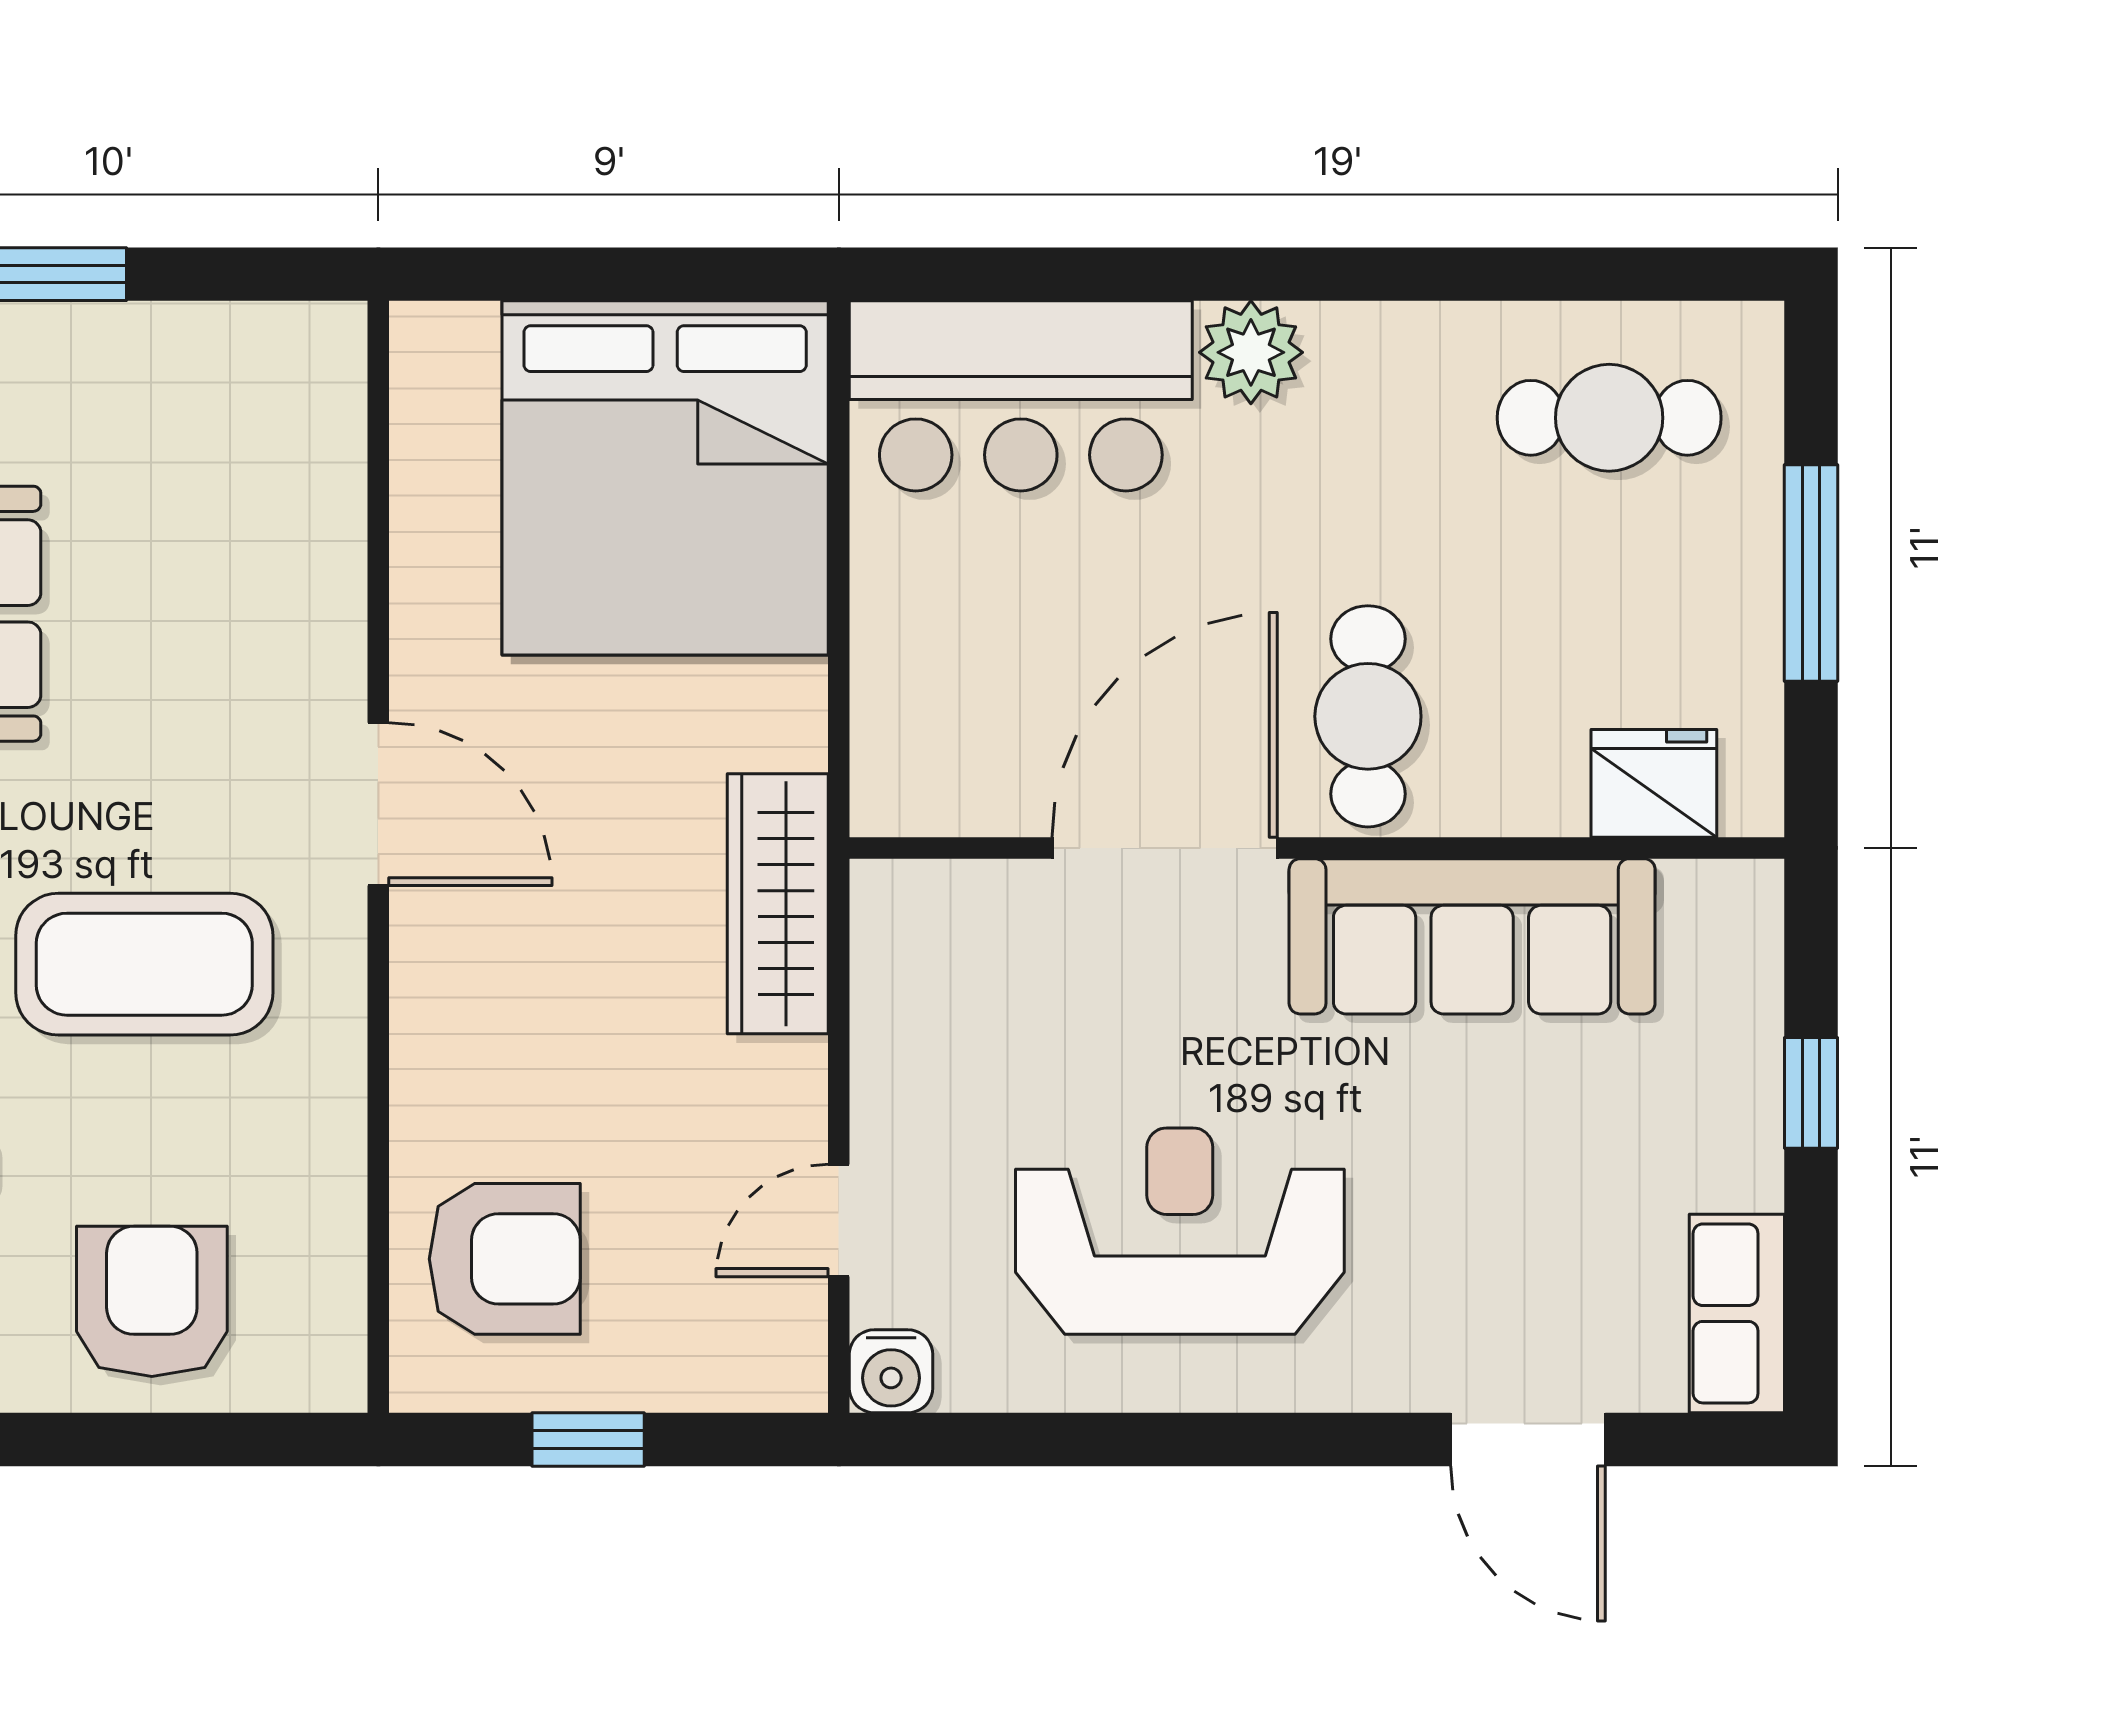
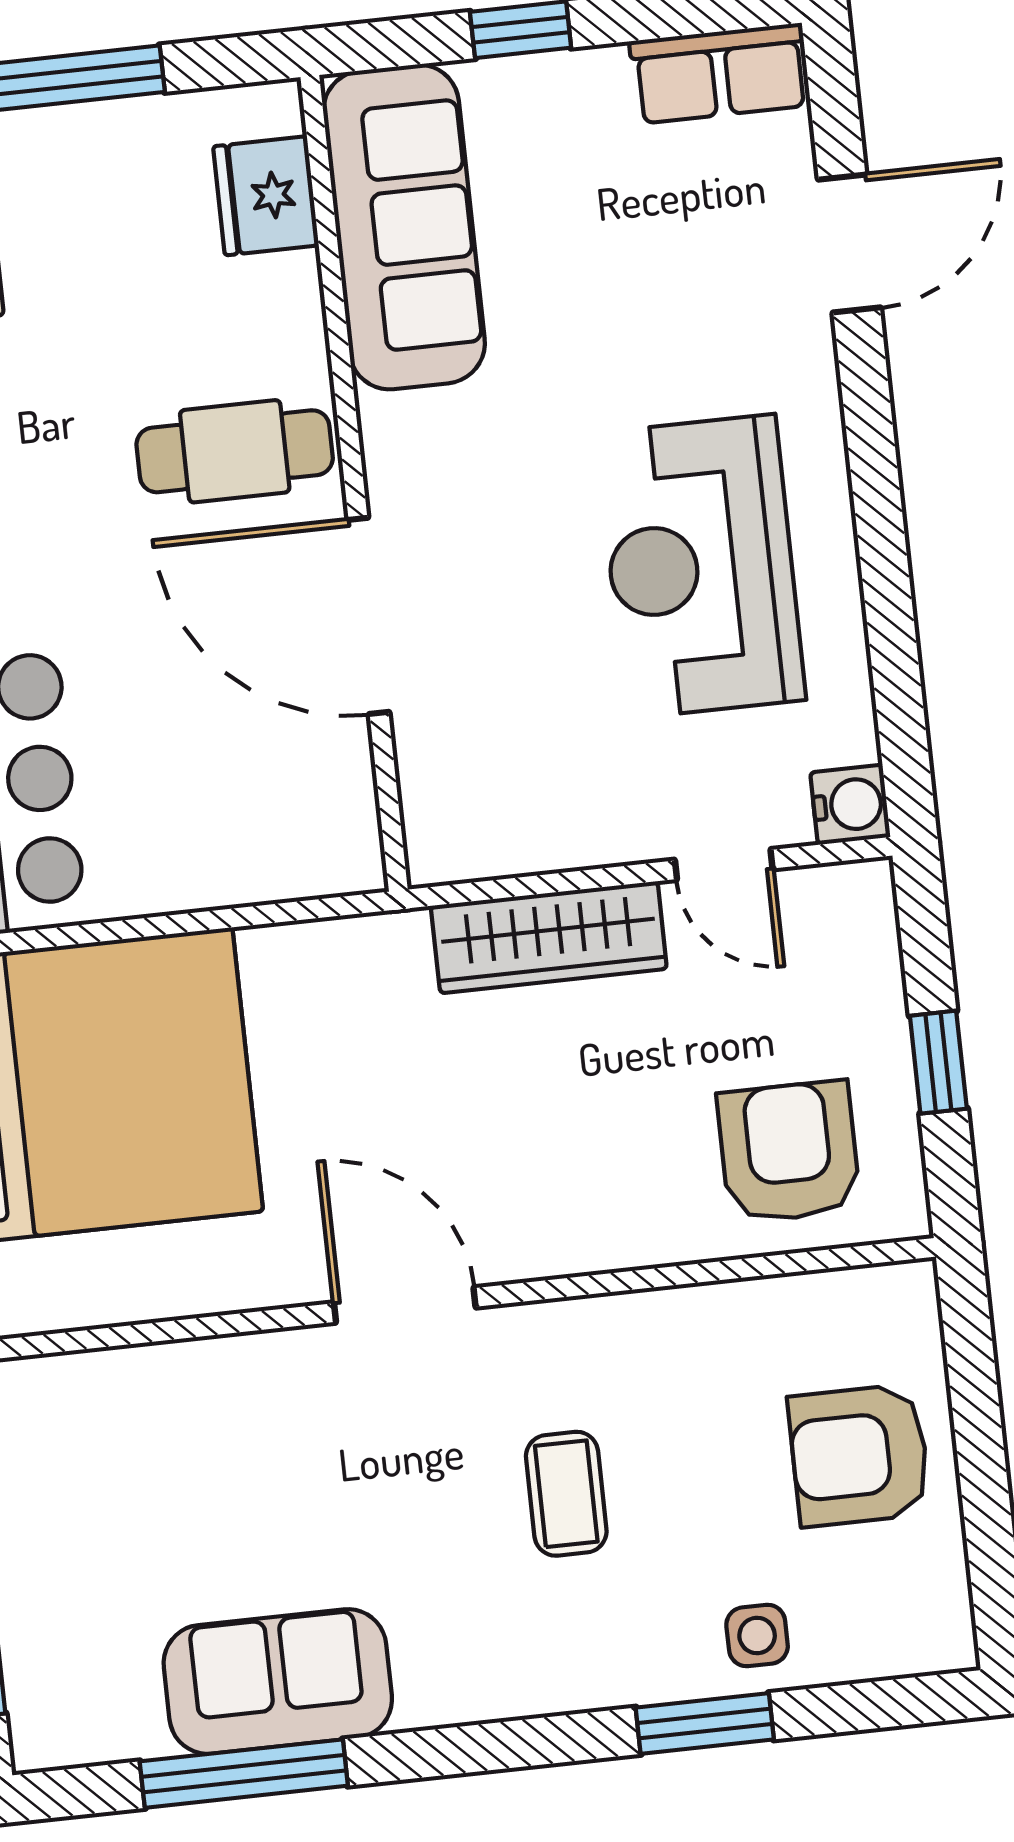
door: (378, 804) -> (405, 1305), hinge flipped
wardrobe: (778, 904) -> (549, 937), moved
sofa: (1472, 936) -> (404, 227), moved
coffee table: (144, 964) -> (566, 1494), width x0.54, depth x0.58

